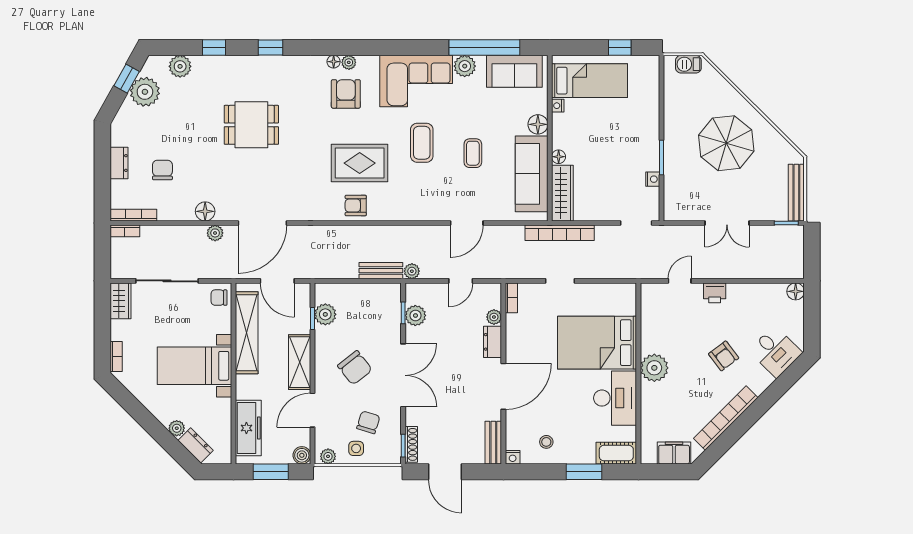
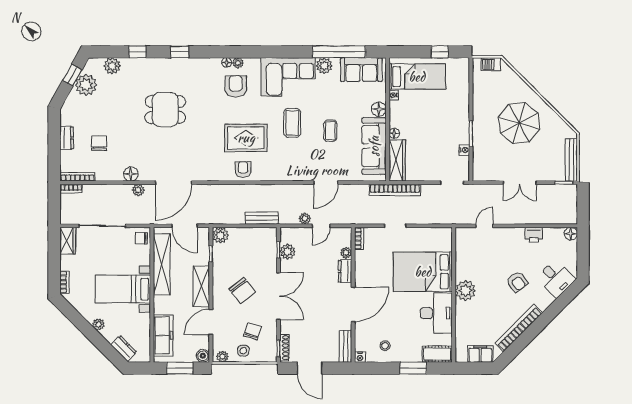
armchair: (356, 206) -> (243, 170), turned 90
plant: (412, 271) -> (305, 219), moved
printer: (715, 293) -> (534, 235), moved
plant: (325, 314) -> (220, 235), moved
plant: (177, 428) -> (99, 324), moved

